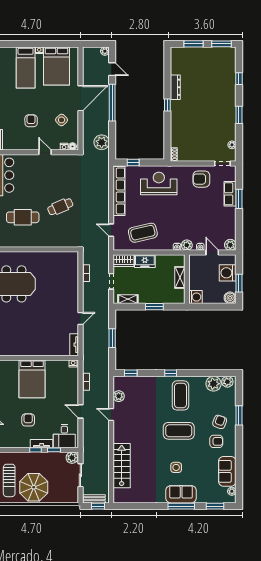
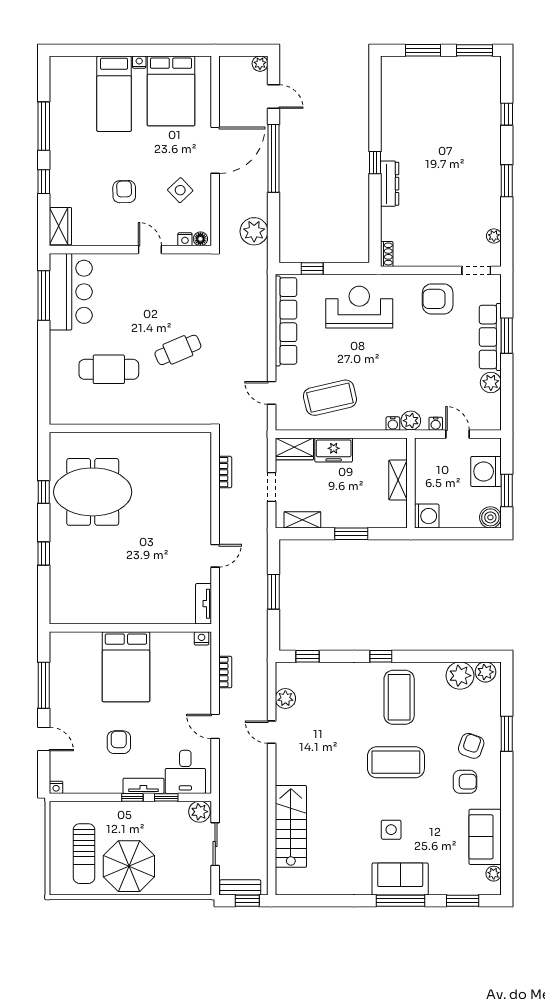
dresser: (175, 87) -> (390, 184), moved
row of seats: (230, 194) -> (490, 337), width x1.48
plant: (230, 245) -> (491, 382), moved

